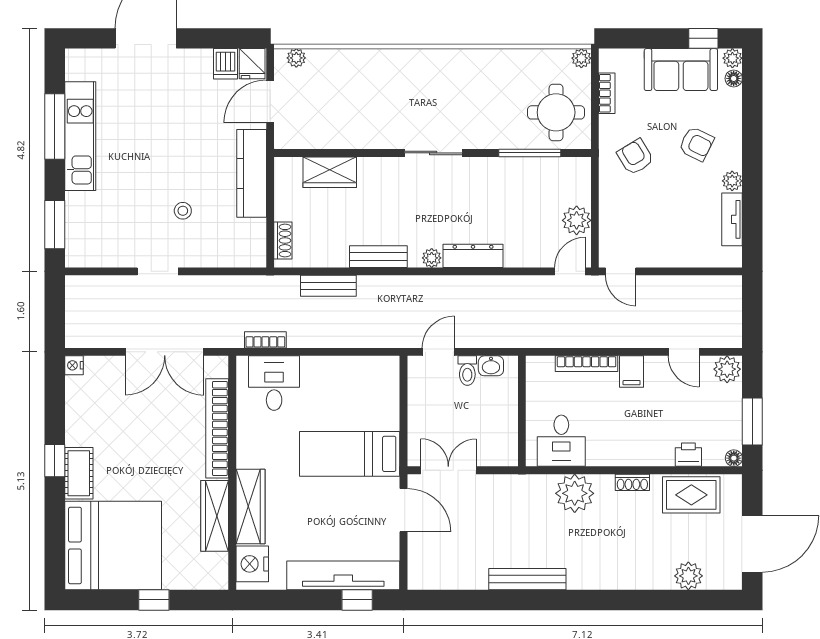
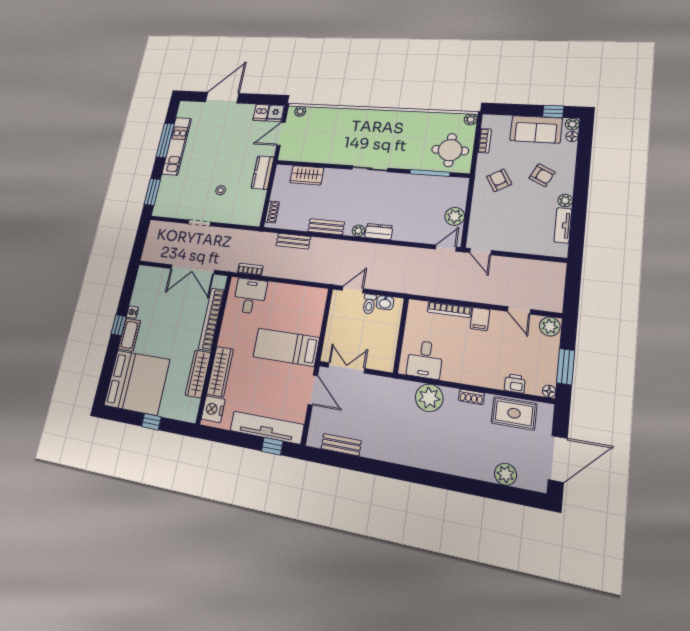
kitchen counter: (252, 173) -> (263, 173), width x0.67
dresser: (473, 256) -> (379, 232), width x0.70
nightstand: (74, 365) -> (132, 312), moved
bench: (527, 579) -> (341, 445), moved, width x0.73

